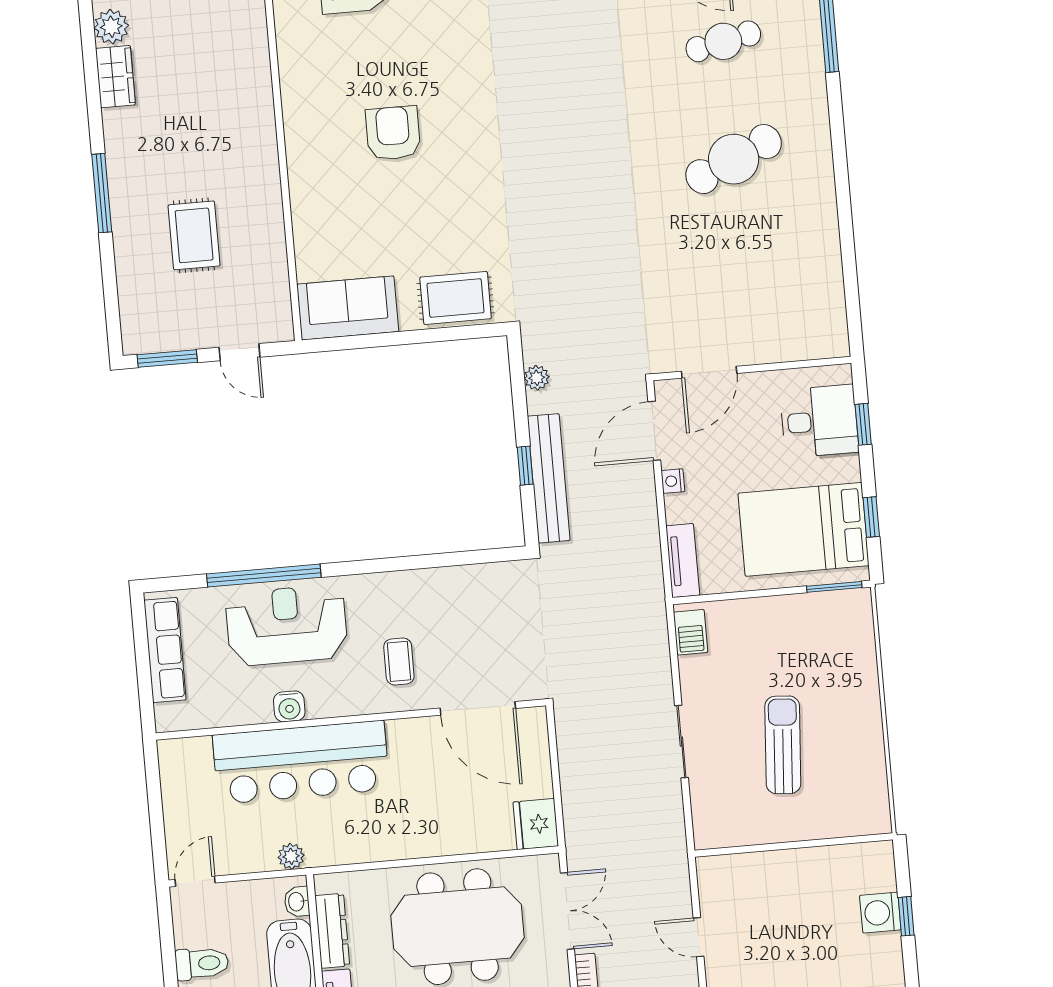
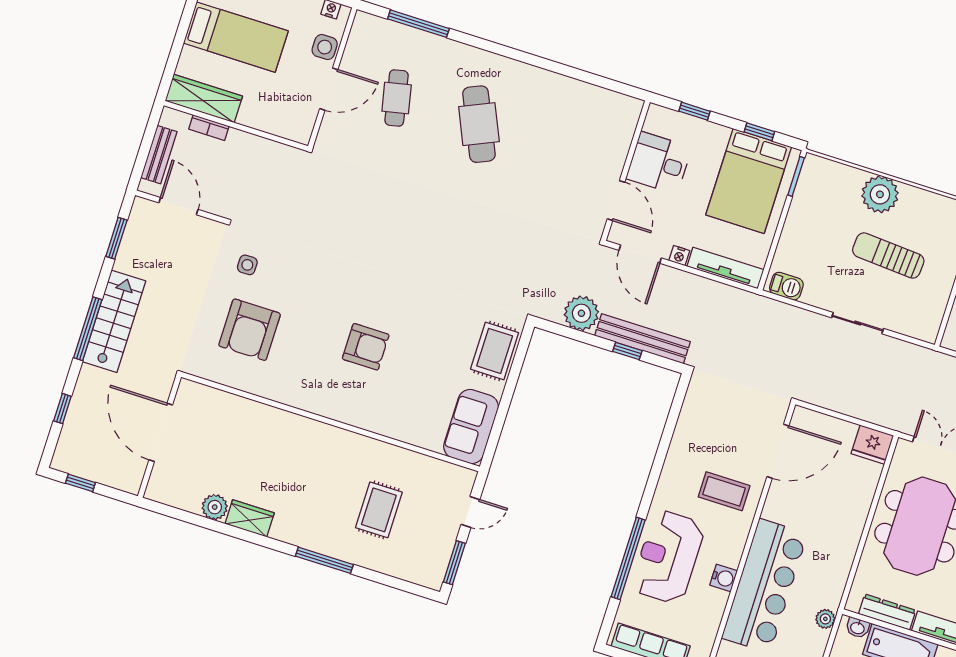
armchair: (393, 133) -> (366, 347), turned 180
rug: (194, 235) -> (379, 510), turned 90
plant: (537, 378) -> (581, 313), width x1.88, depth x1.88
desk: (819, 421) -> (659, 163), moved, turned -90
tv unit: (683, 561) -> (725, 268), width x1.41
coffee table: (399, 661) -> (724, 491), width x1.36, depth x1.30
plant: (856, 702) -> (880, 194), added

